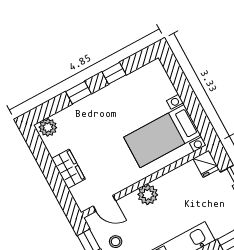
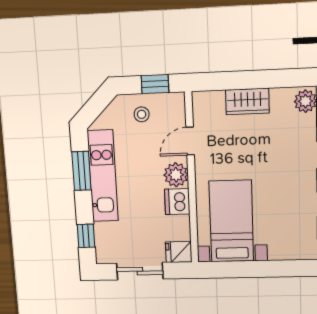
dishwasher: (168, 184) -> (177, 202), added
door: (104, 203) -> (190, 141), moved

